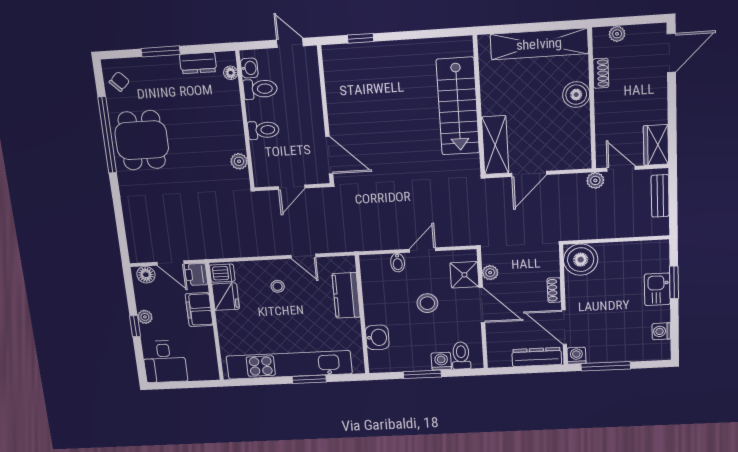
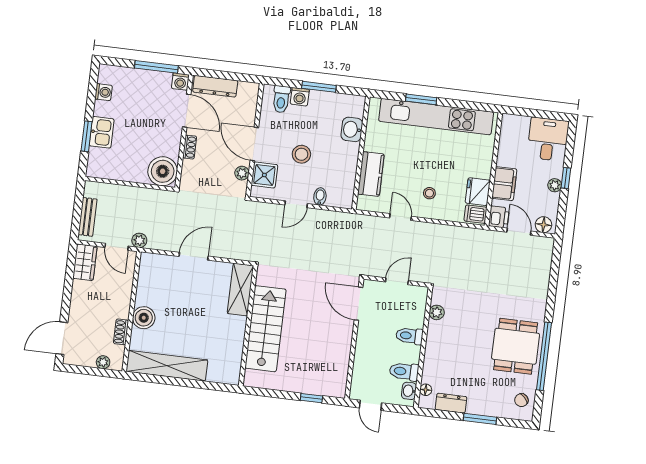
stairs: (458, 106) -> (265, 329), moved
wall: (479, 106) -> (248, 326), moved
shelving: (495, 145) -> (240, 290), moved

